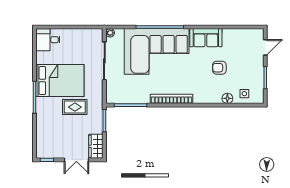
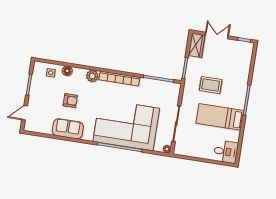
sofa: (206, 38) -> (68, 129), moved
bed: (60, 81) -> (220, 117), width x0.67
plant: (200, 97) -> (92, 76), added

